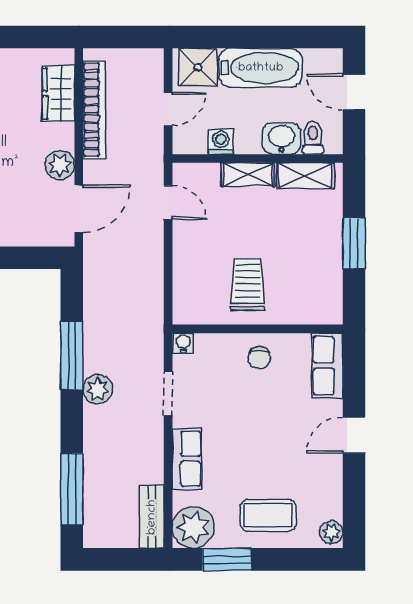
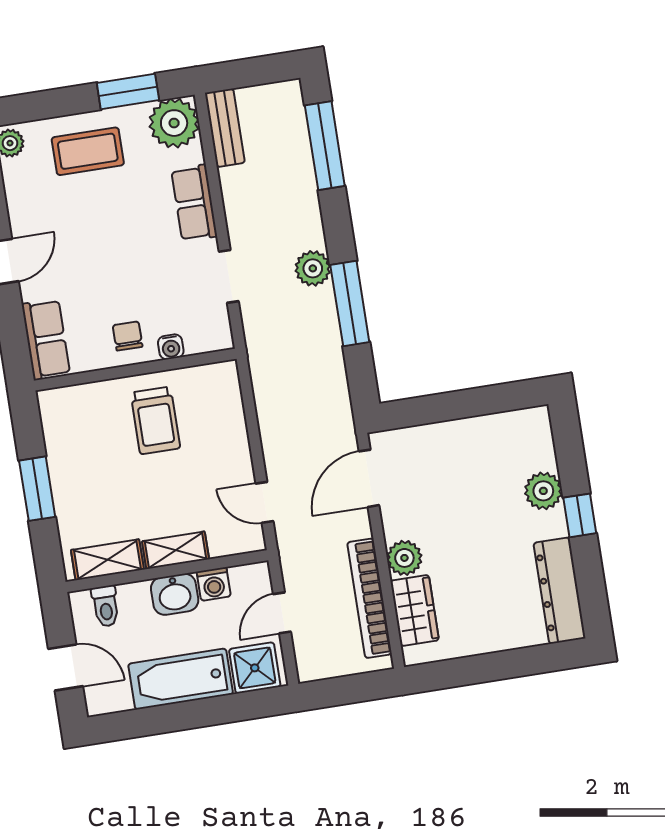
washbasin: (282, 138) -> (175, 594), moved
plant: (60, 165) -> (404, 558), moved
water cooler: (183, 343) -> (171, 347), moved

